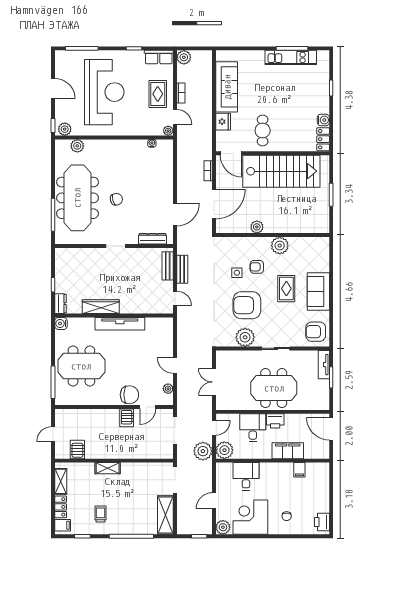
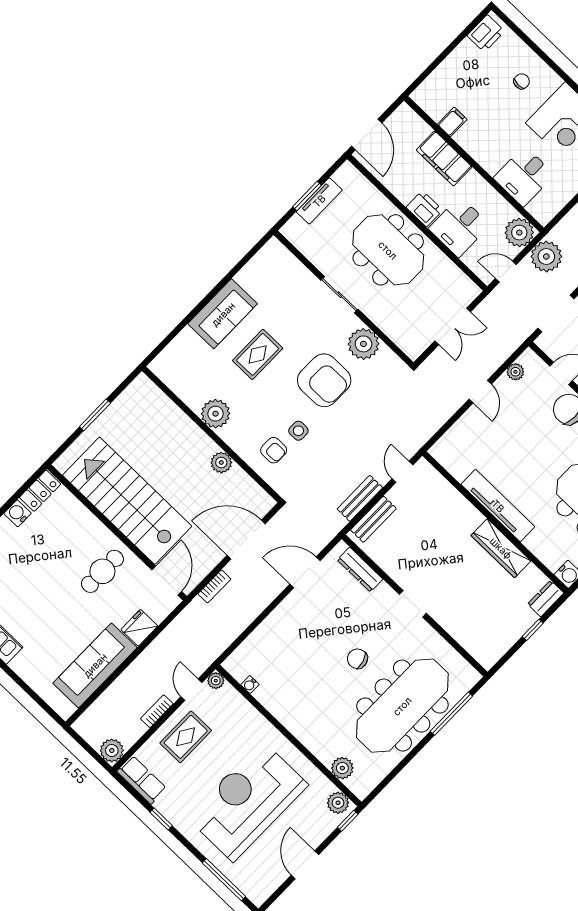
armchair: (257, 267) -> (274, 450), moved
armchair: (316, 332) -> (272, 269), removed
tv unit: (324, 365) -> (319, 201), moved

